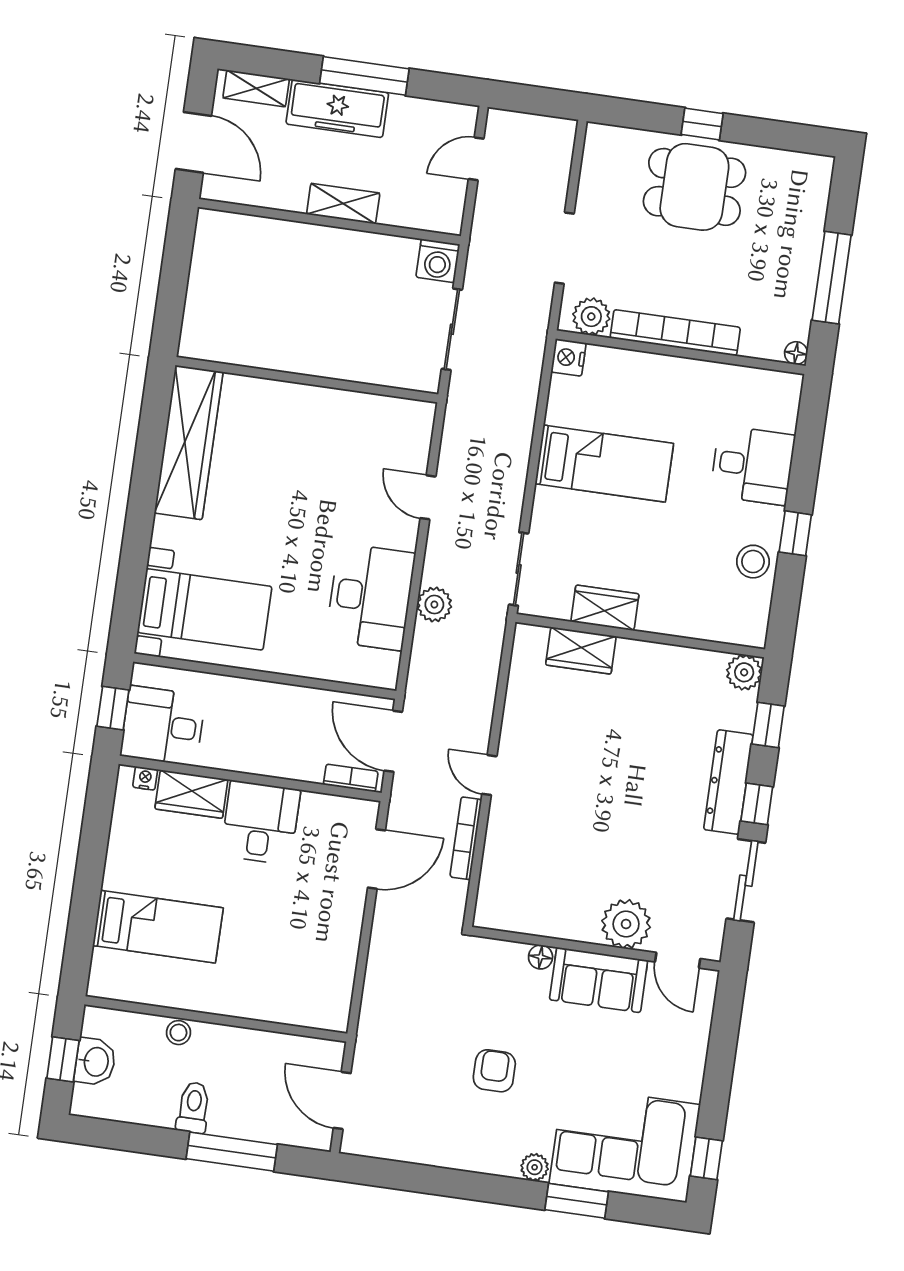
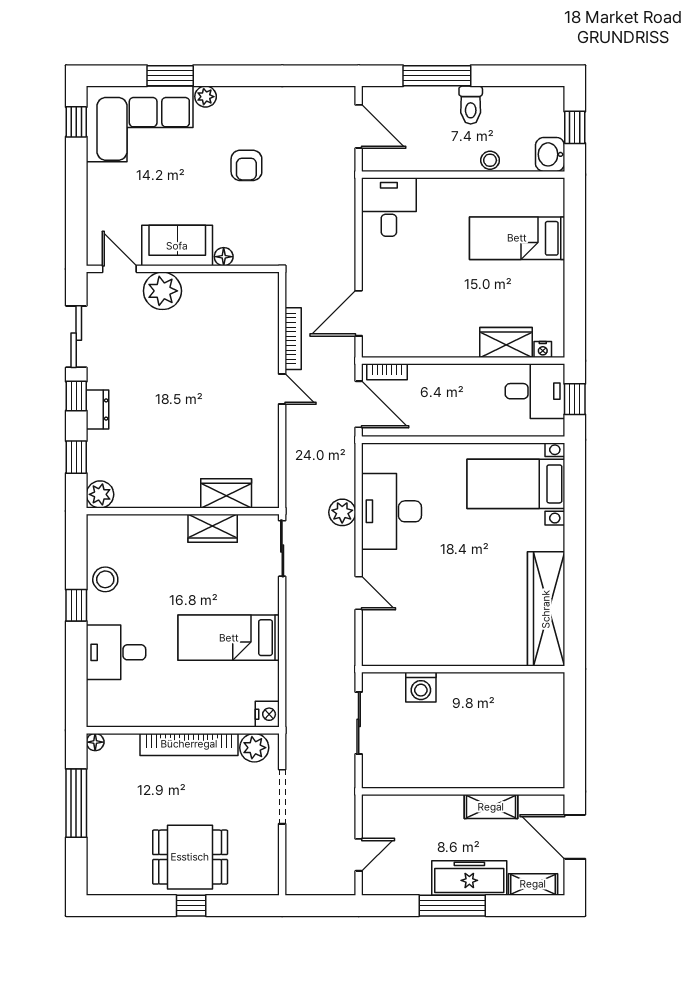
shelving: (343, 204) -> (491, 807), moved
washing machine: (438, 261) -> (421, 687), moved, turned 180
dresser: (728, 782) -> (98, 410), width x0.51, depth x0.80
desk: (260, 823) -> (389, 207), moved, turned 180
washbasin: (95, 1062) -> (550, 154), moved

